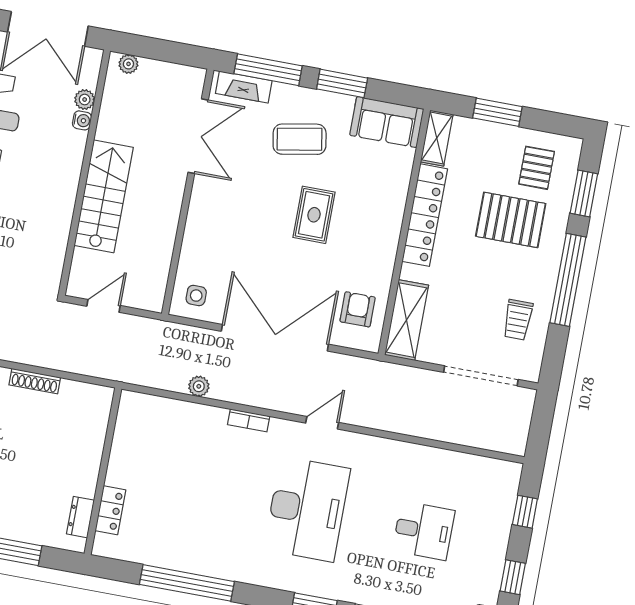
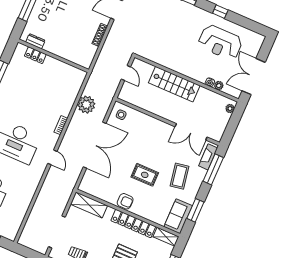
window: (342, 83) -> (195, 210), moved
armchair: (358, 309) -> (125, 201), moved
plant: (199, 386) -> (86, 105), width x1.88, depth x1.88

